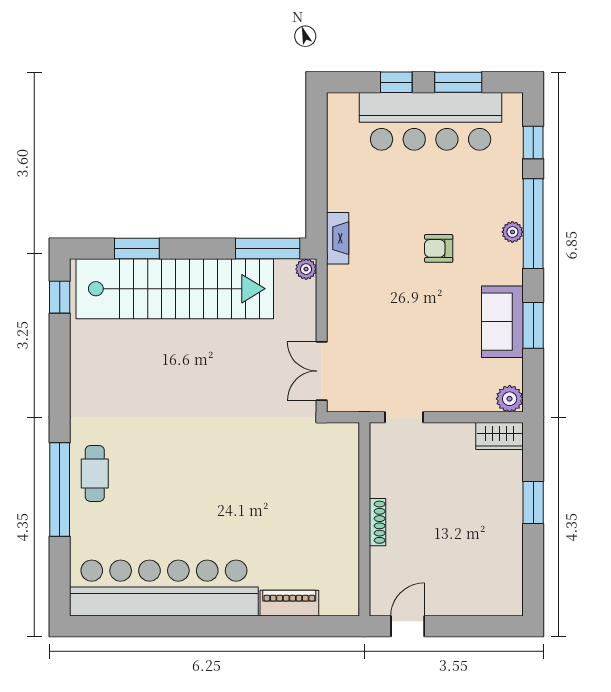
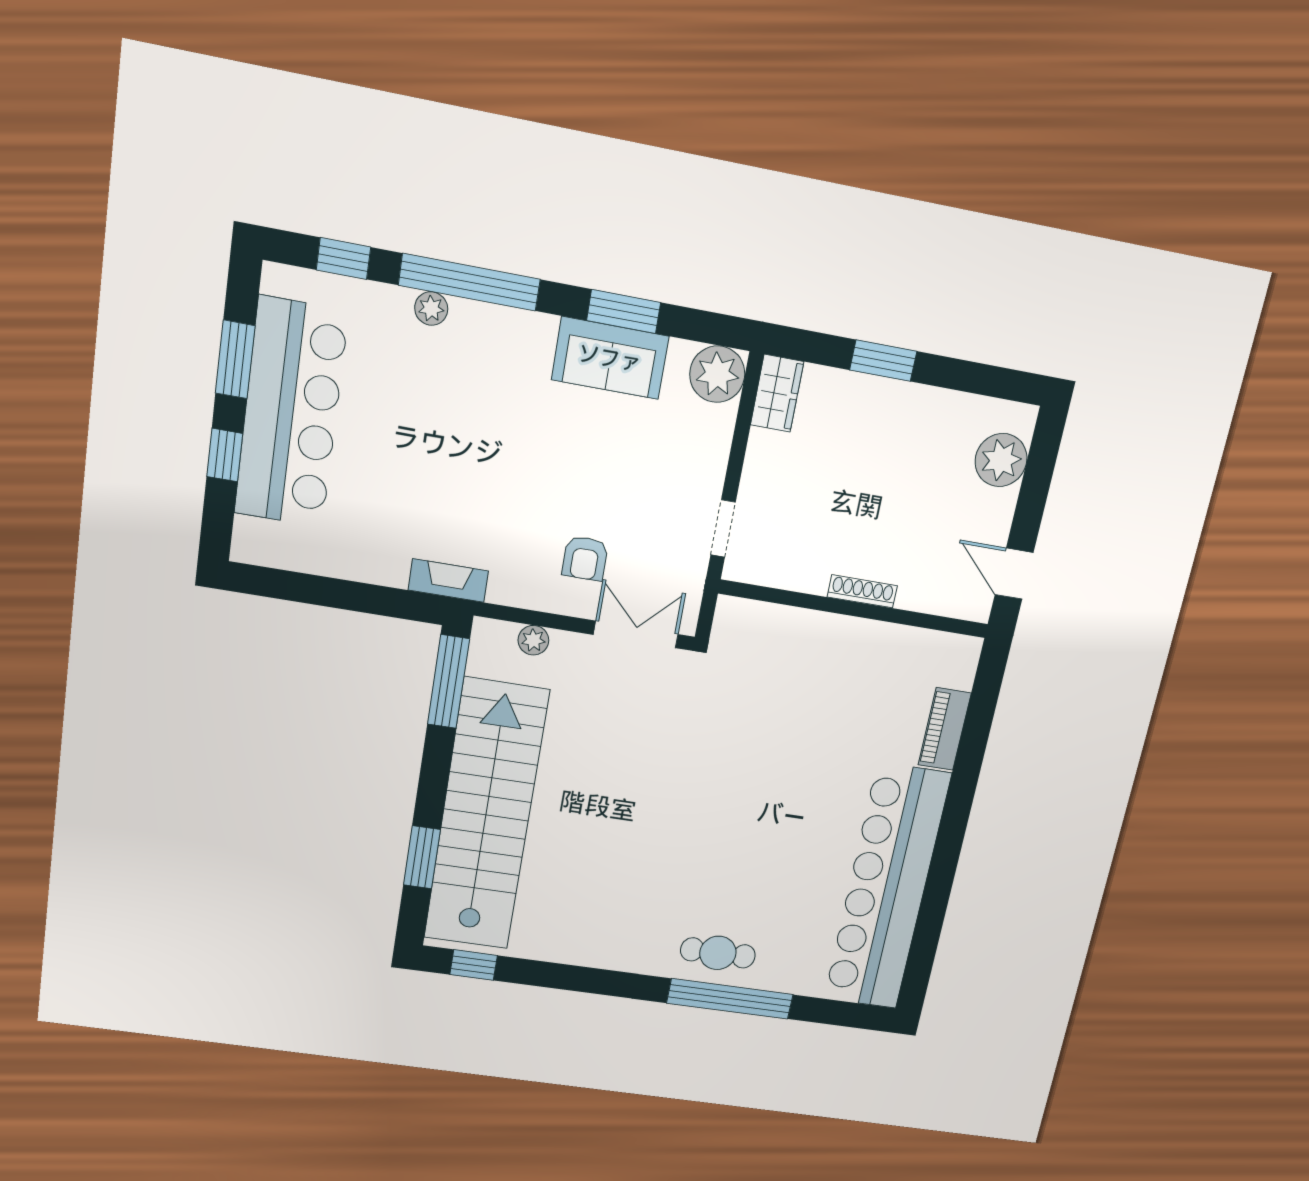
plant: (512, 232) -> (431, 308), moved
armchair: (439, 248) -> (585, 558), moved
plant: (306, 269) -> (533, 640), moved
double door: (322, 371) -> (636, 634), swing flipped
plant: (510, 399) -> (717, 374), width x1.36, depth x1.36
plant: (483, 598) -> (1001, 460), added

